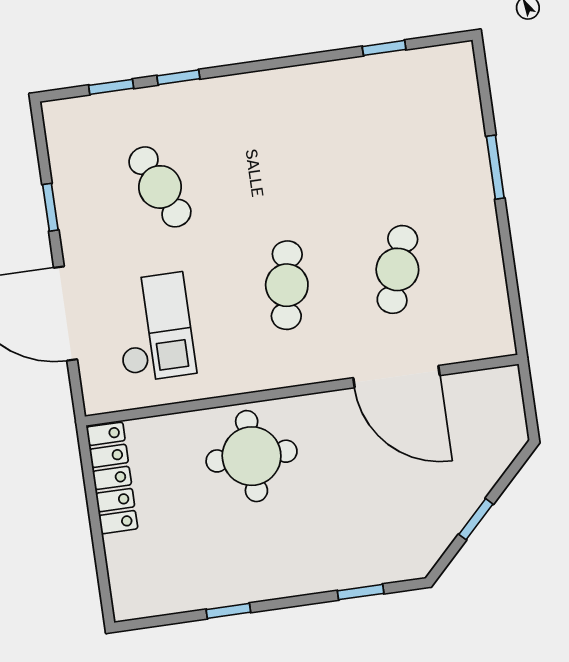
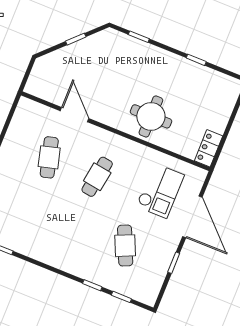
cafe table: (397, 269) -> (49, 157), turned -33
checkout: (154, 327) -> (160, 191), turned 180
door: (396, 377) -> (74, 115), width x0.73
locker: (112, 478) -> (209, 148), width x0.66

